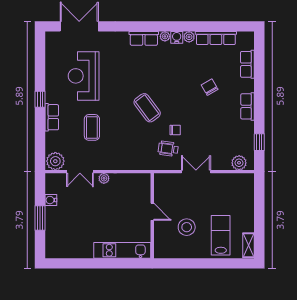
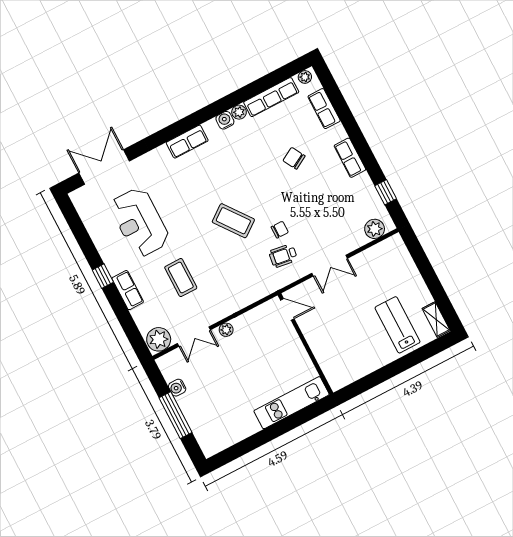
plant: (165, 36) -> (305, 77), moved
double door: (196, 172) -> (330, 266), swing flipped
door: (152, 212) -> (287, 309), moved
window: (40, 218) -> (176, 415), width x1.44
stool: (187, 227) -> (353, 336), removed

